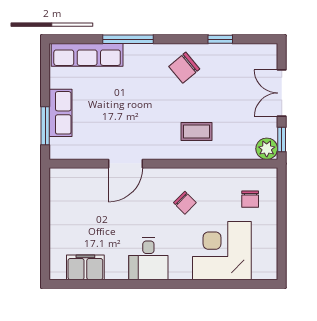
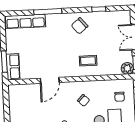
row of seats: (61, 113) -> (13, 67), moved

